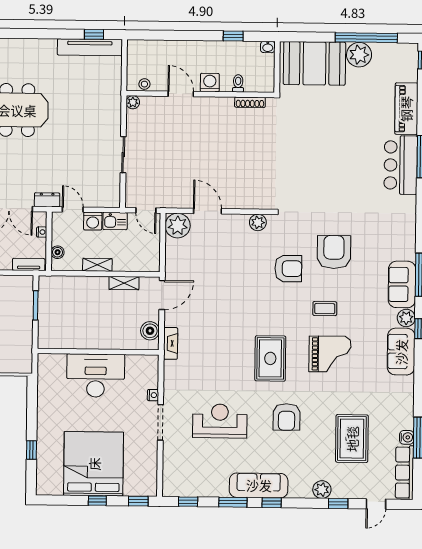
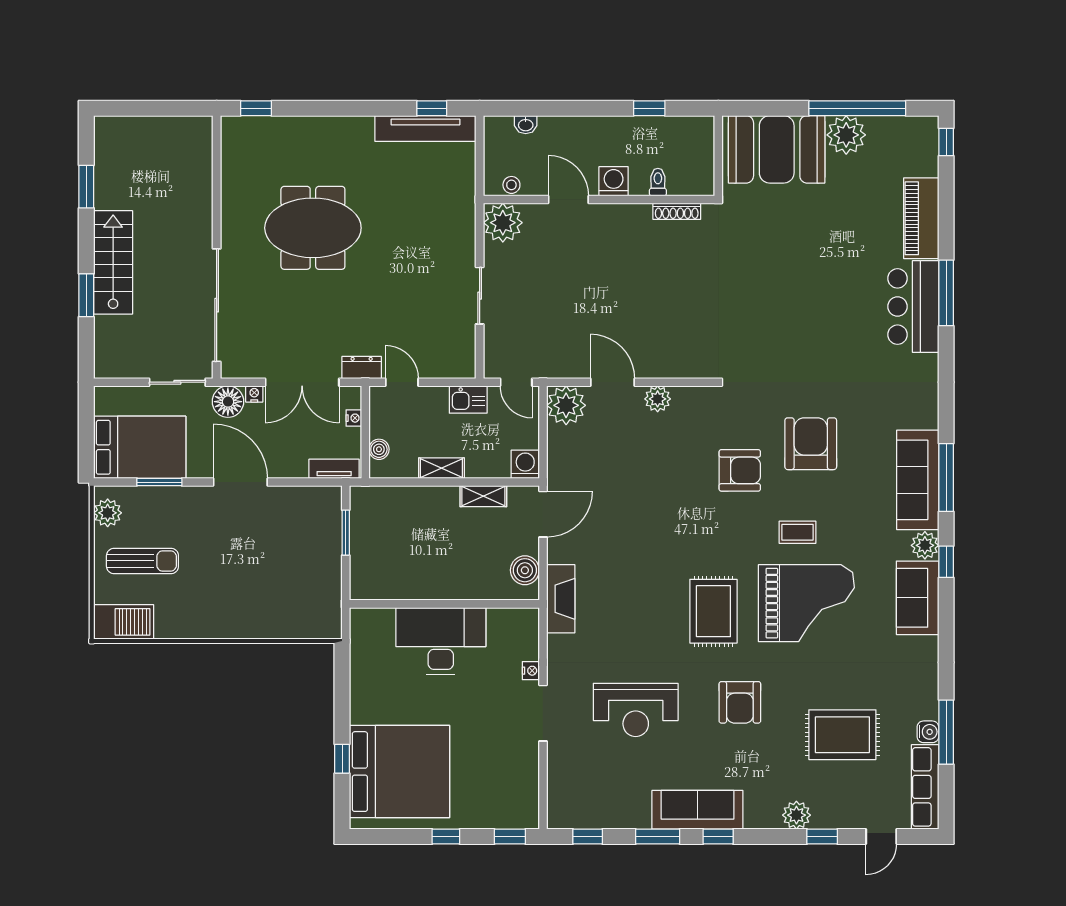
washbasin: (268, 47) -> (526, 125), moved
plant: (133, 102) -> (503, 223), width x1.88, depth x1.88
washing machine: (93, 221) -> (525, 464), moved, turned 180
plant: (258, 222) -> (658, 399), moved
sofa: (402, 284) -> (918, 480), width x1.36
fireplace: (171, 343) -> (561, 599), width x1.37, depth x1.32
grand piano: (330, 354) -> (806, 603), width x1.37, depth x1.48
reception desk: (220, 421) -> (636, 710), turned 180
rug: (352, 439) -> (842, 735), turned 90
bed: (94, 464) -> (399, 772), moved, turned 90

